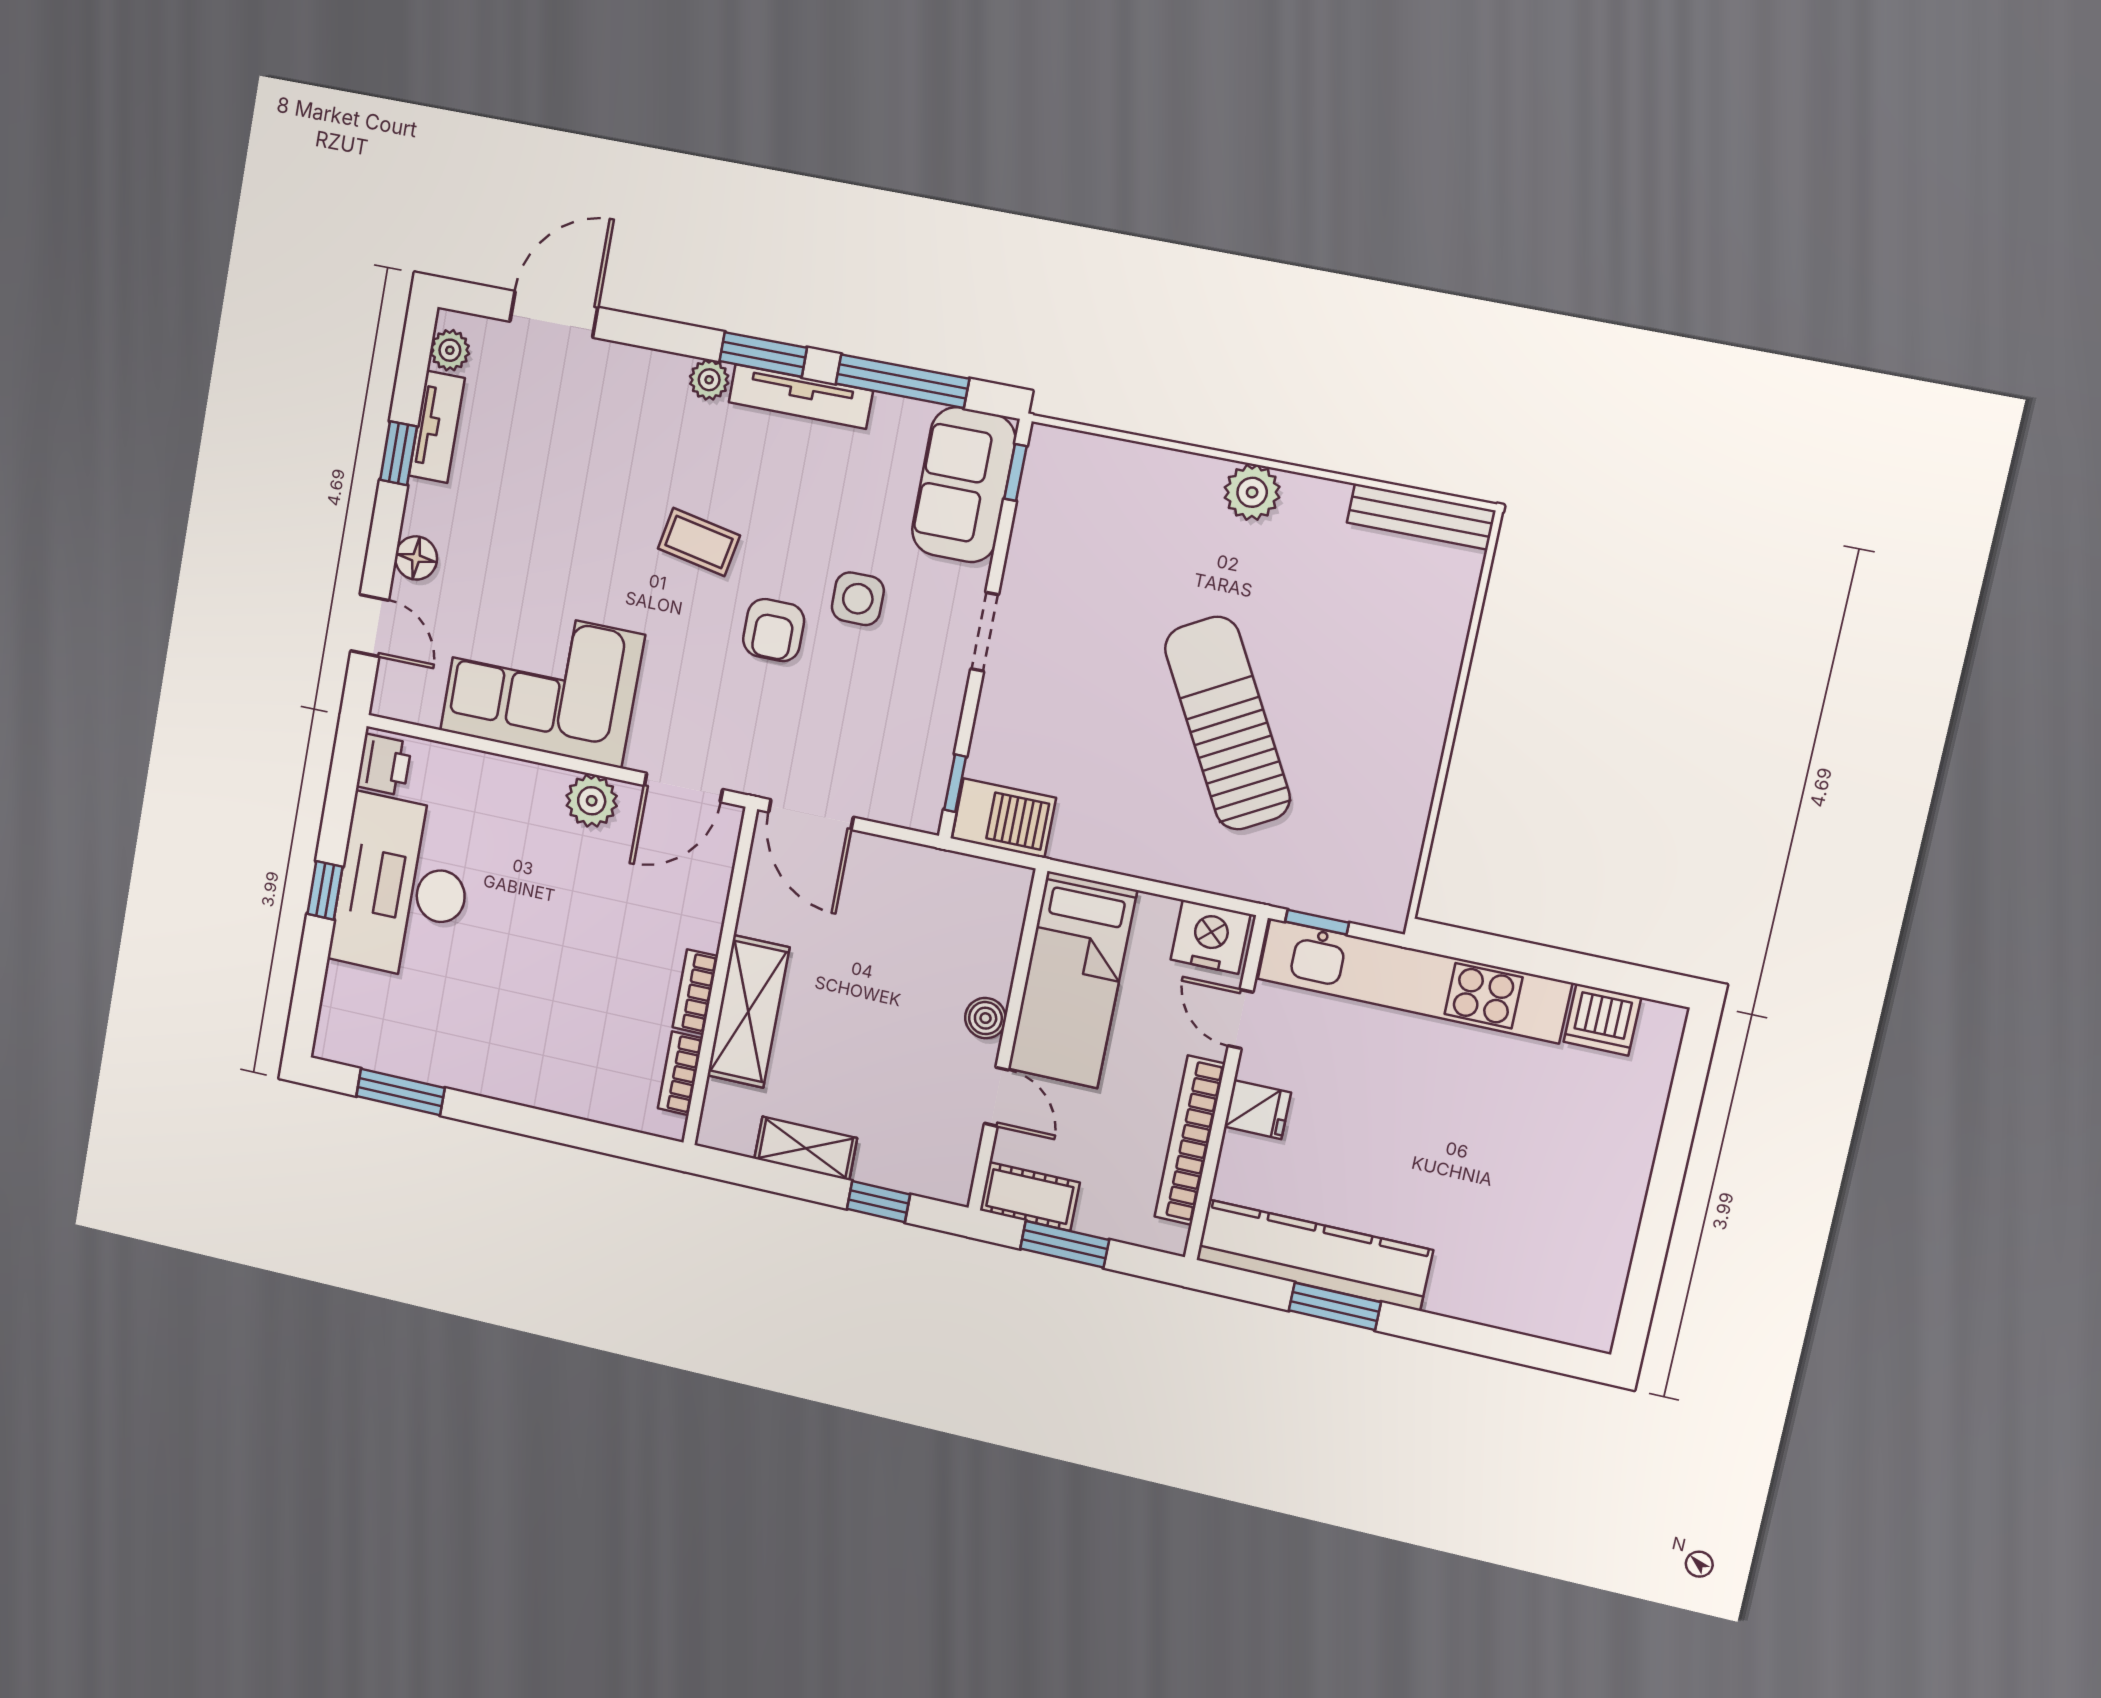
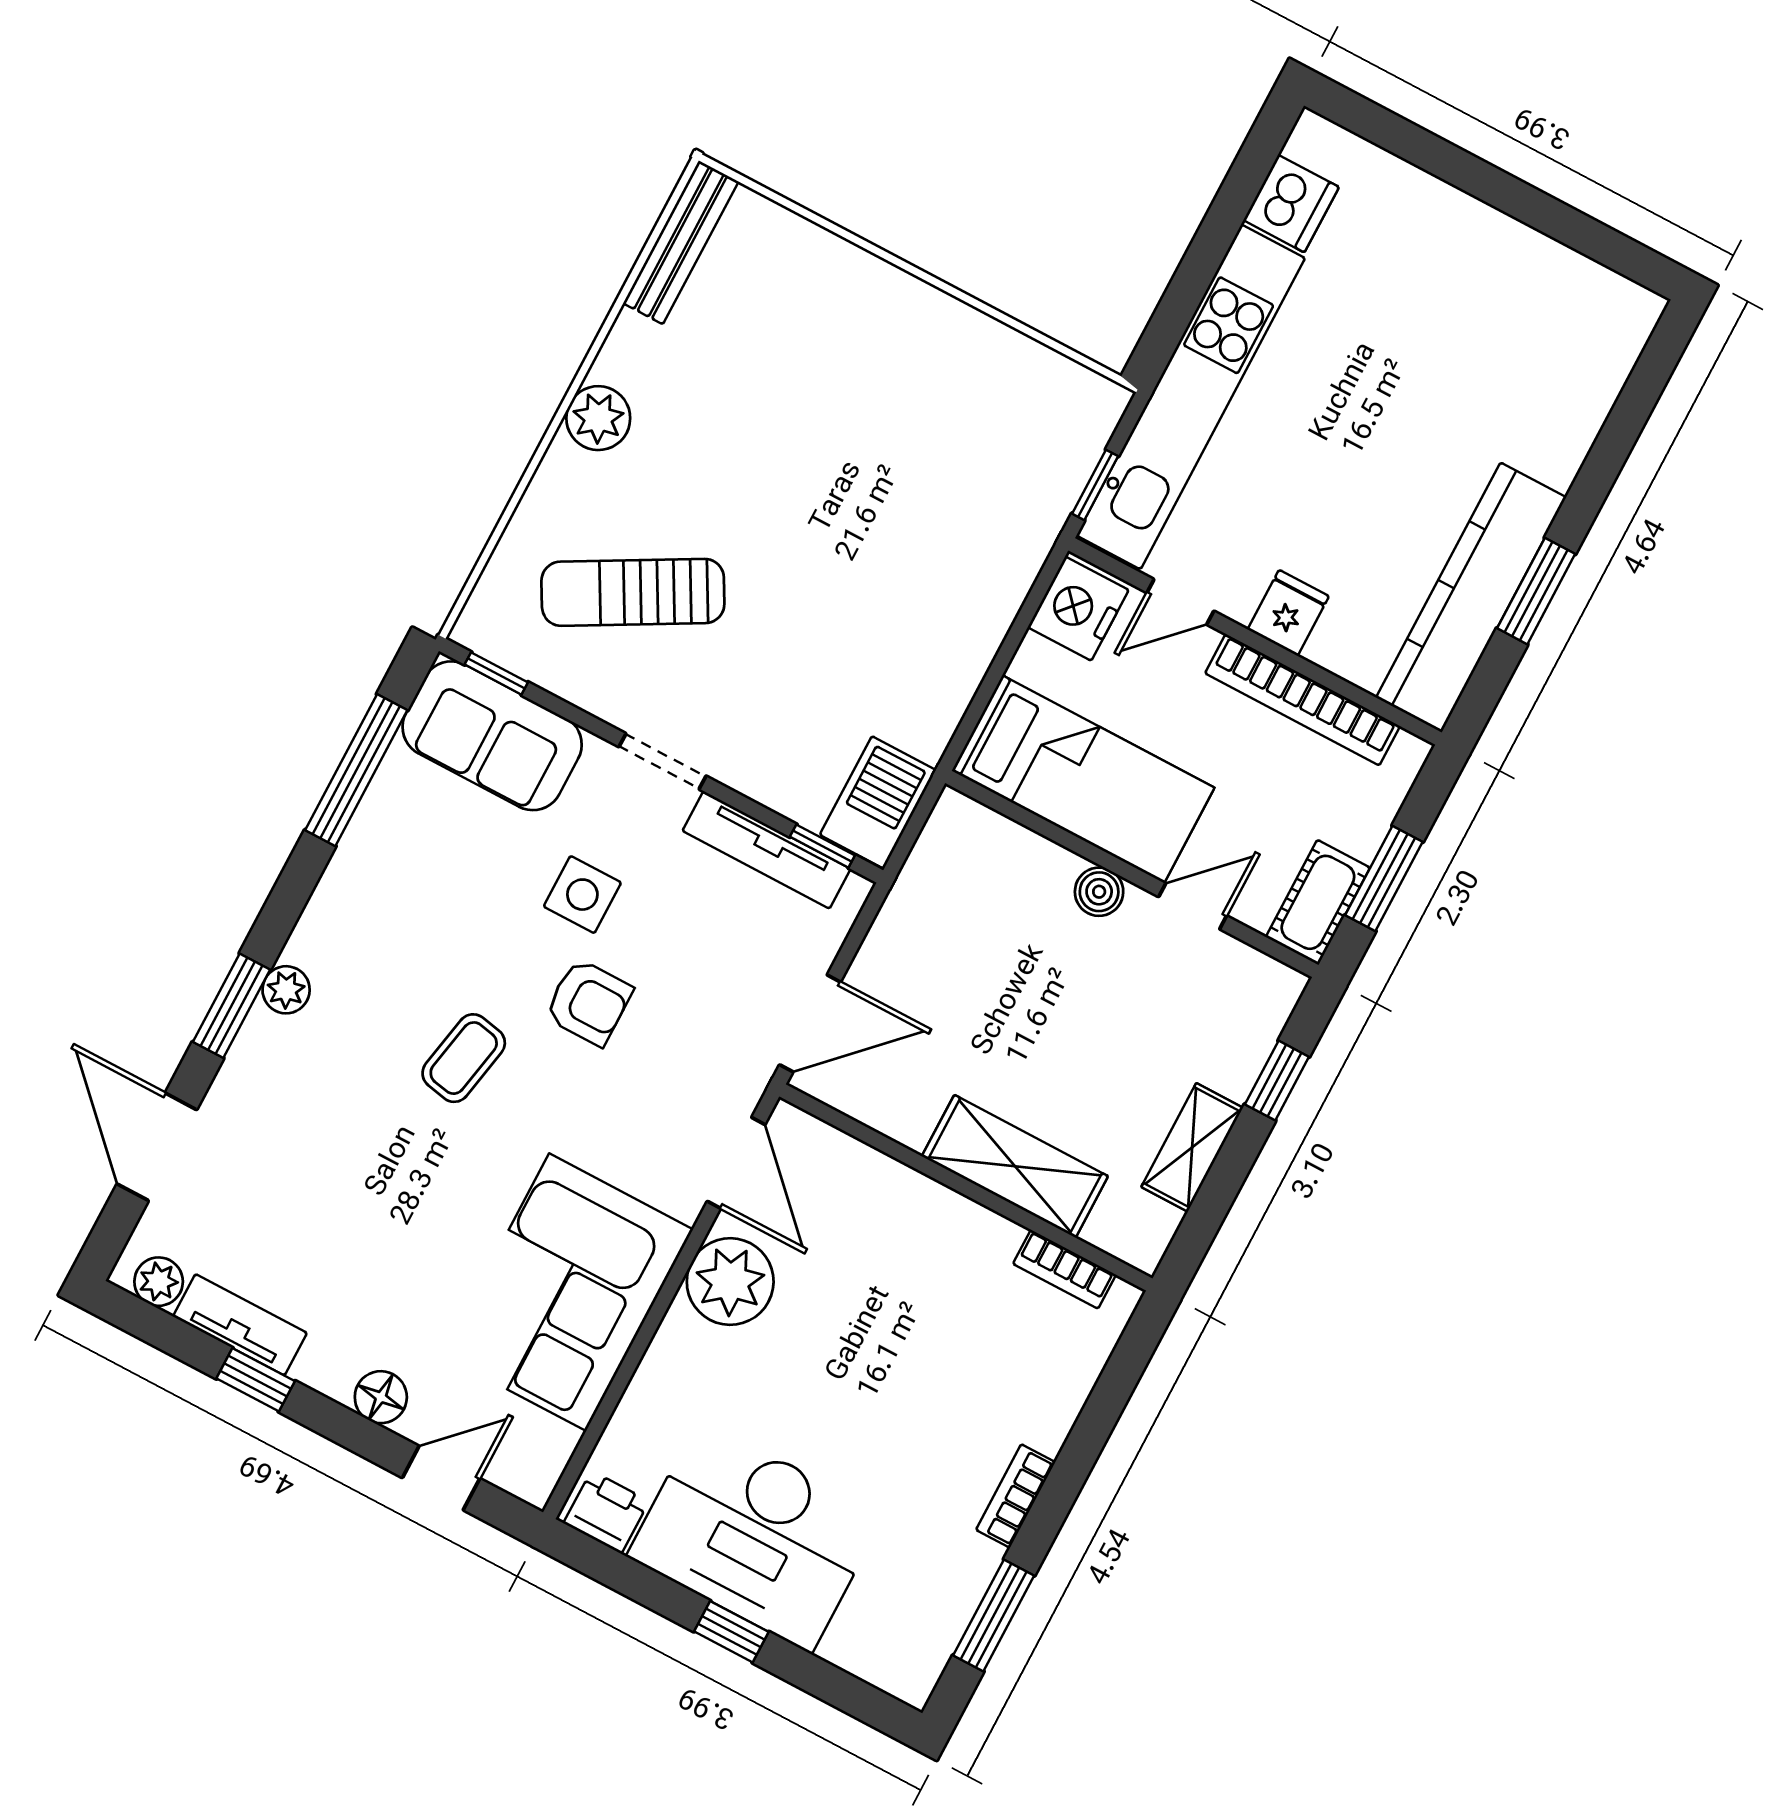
window: (763, 354) -> (232, 1006), moved
tv unit: (801, 397) -> (767, 850), moved, turned 90
sun lounger: (1227, 723) -> (633, 592), moved, width x0.73, depth x0.75
plant: (592, 801) -> (730, 1282), width x1.36, depth x1.36
bookcase: (695, 992) -> (1016, 1496), moved, turned 90

